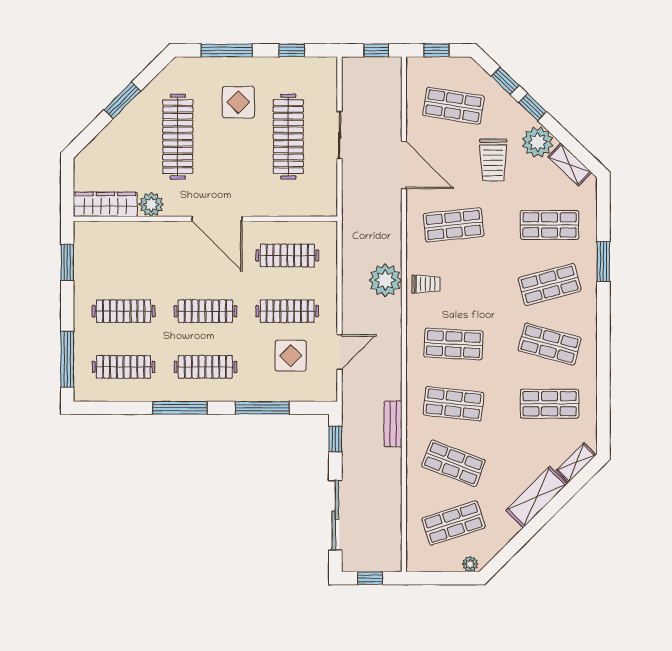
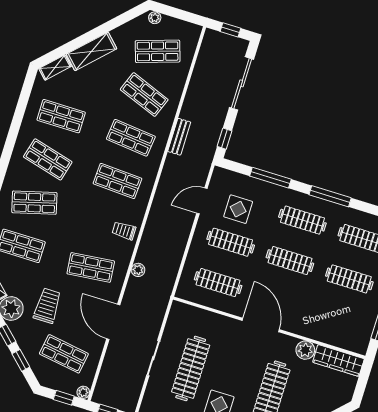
plant: (414, 65) -> (83, 392), added
plant: (385, 280) -> (138, 270), moved, width x0.53, depth x0.53

